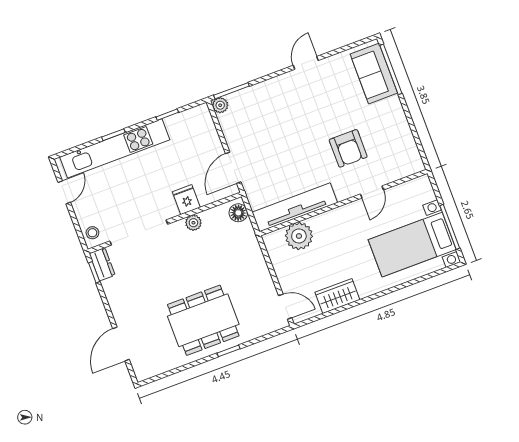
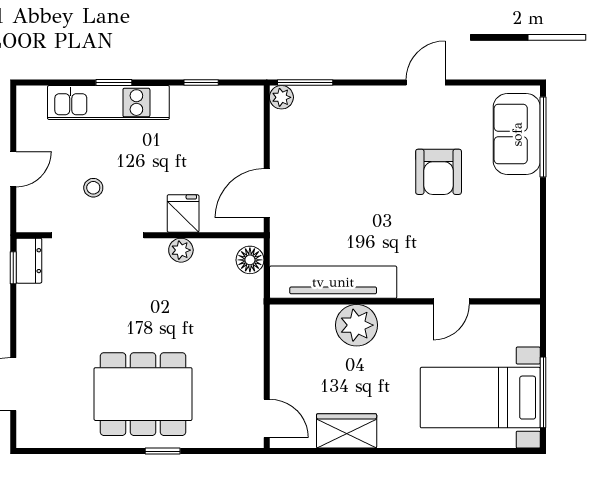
kitchen unit: (115, 148) -> (108, 103), width x0.73
armchair: (348, 148) -> (439, 172), moved
door: (64, 192) -> (13, 169), moved
stool: (92, 233) -> (93, 188), moved
plant: (299, 236) -> (357, 325), moved

